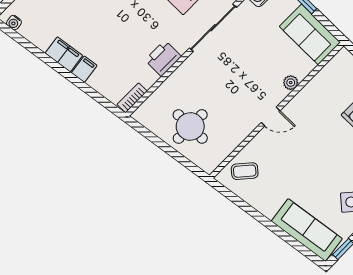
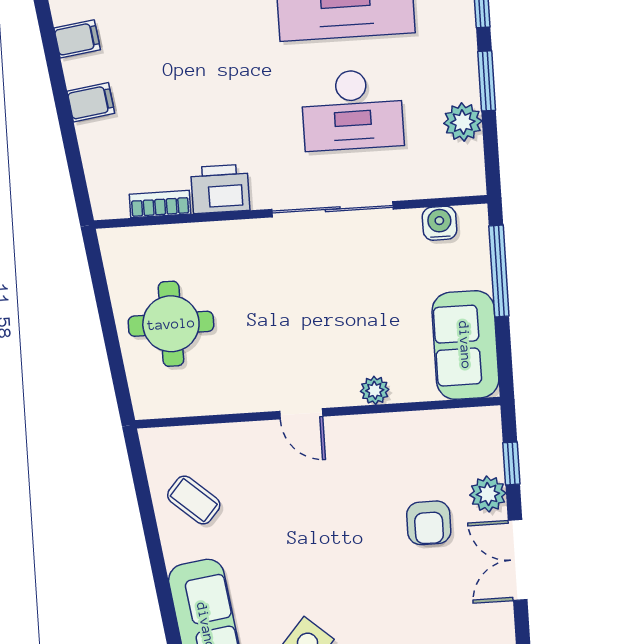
filing cabinet: (64, 54) -> (77, 39), width x0.50
bookcase: (132, 98) -> (160, 204), moved
coffee table: (245, 171) -> (194, 500), moved

